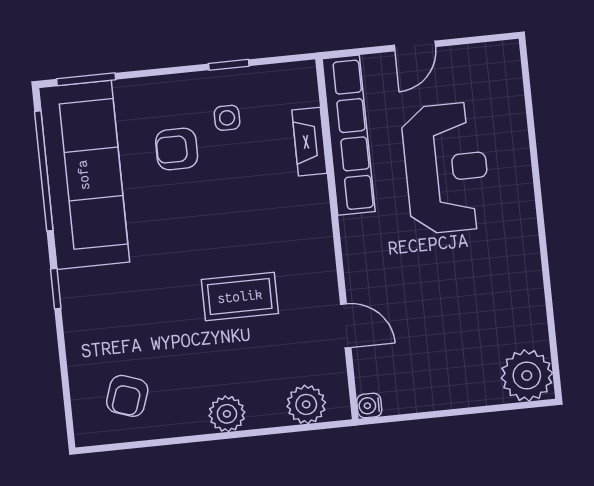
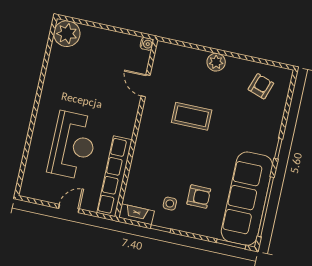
fireplace: (309, 142) -> (136, 214), moved, turned -90
reception desk: (446, 168) -> (73, 145), turned 180
plant: (306, 404) -> (177, 54), removed

